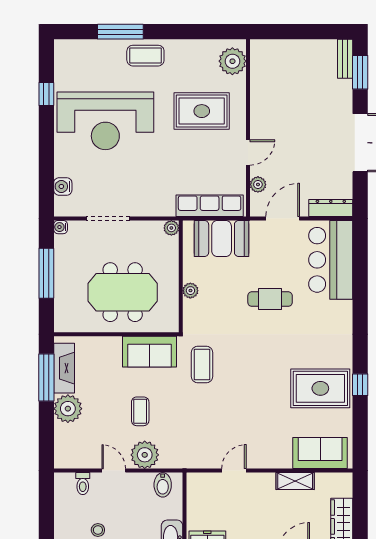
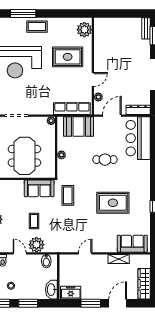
meeting table: (123, 292) -> (24, 156), turned 90
rug: (320, 388) -> (113, 203), moved

